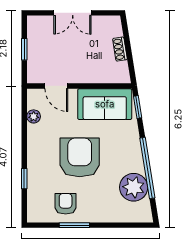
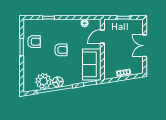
armchair: (80, 157) -> (61, 50), width x0.53, depth x0.53
floor lamp: (135, 163) -> (58, 82), added

